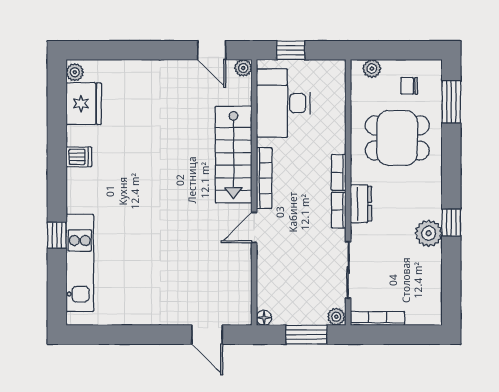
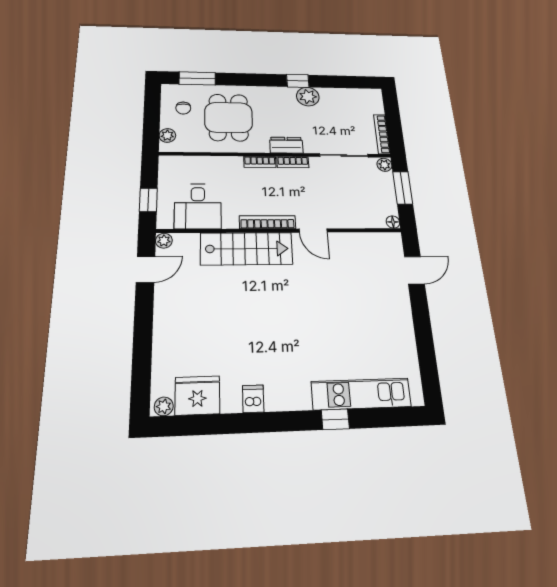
desk: (283, 103) -> (198, 206), width x0.73

